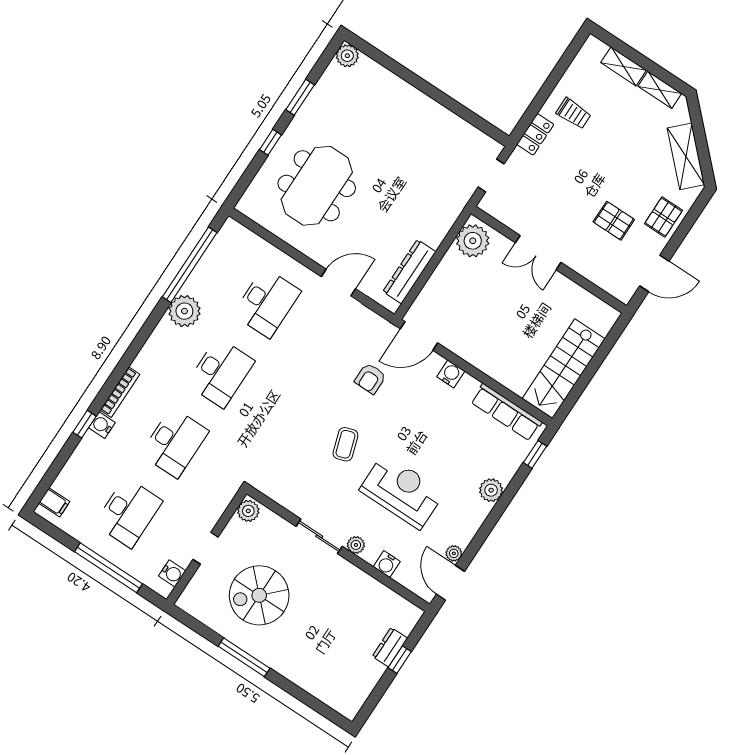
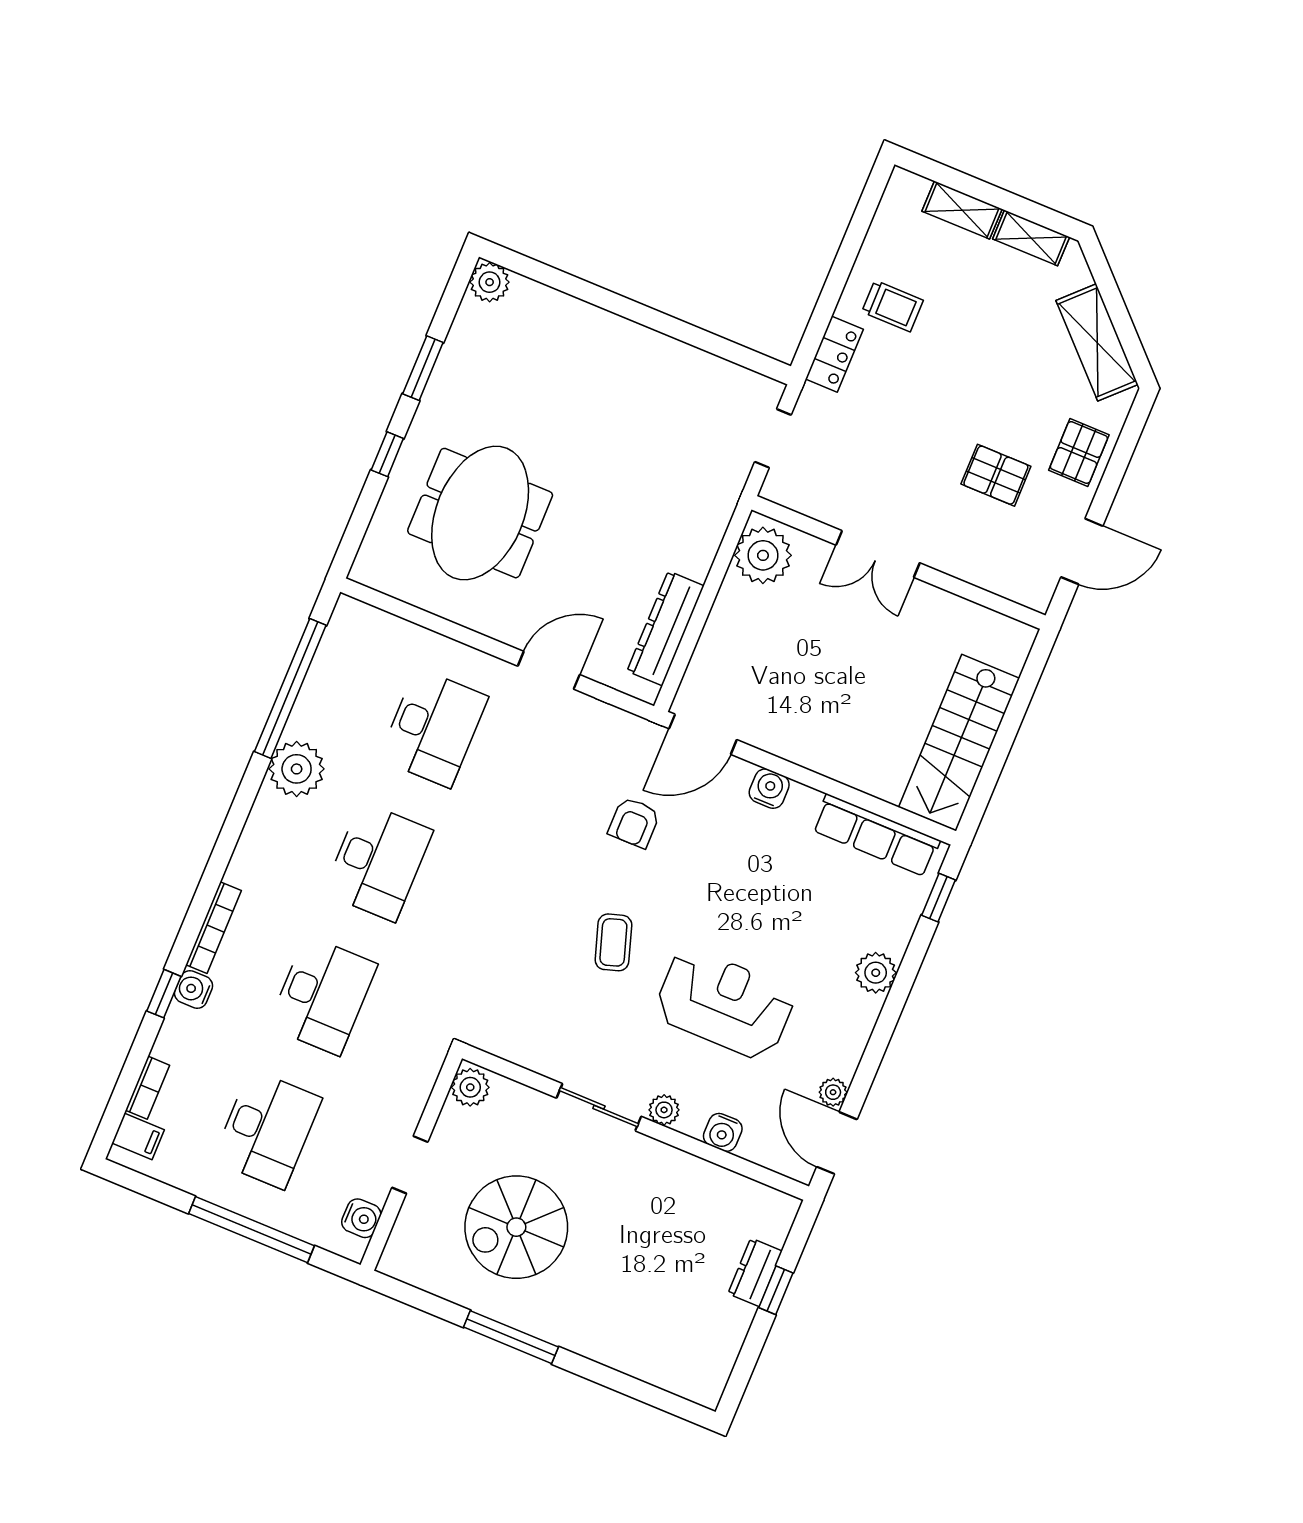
bookcase: (65, 476) -> (147, 1088), added

